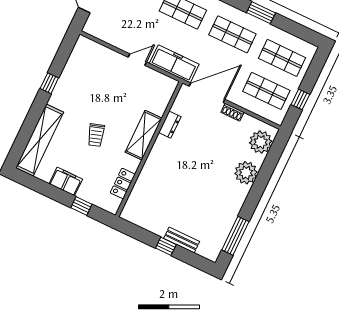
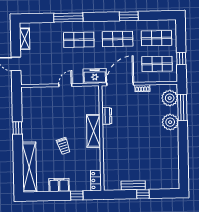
freezer: (174, 64) -> (95, 76), width x0.71
locker: (123, 184) -> (96, 180), moved
window: (235, 236) -> (182, 107), moved
bench: (182, 240) -> (133, 185), moved

